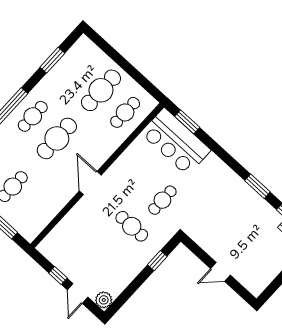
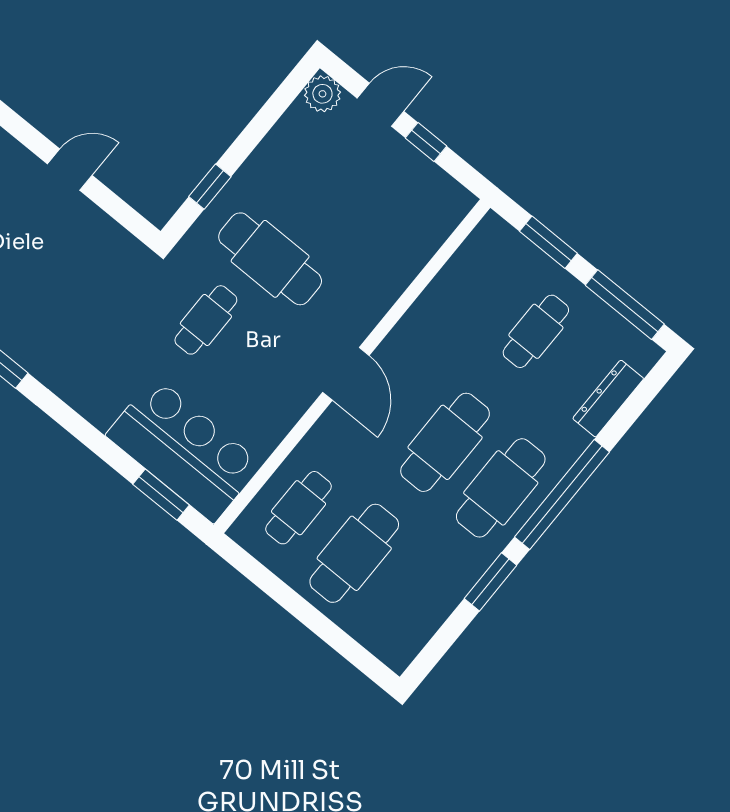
window: (52, 60) -> (490, 582), moved
cafe table: (33, 116) -> (501, 488), width x1.37, depth x1.35
door: (90, 183) -> (346, 374), moved
cafe table: (132, 226) -> (270, 259), width x1.37, depth x1.35
door: (78, 294) -> (380, 105), hinge flipped

